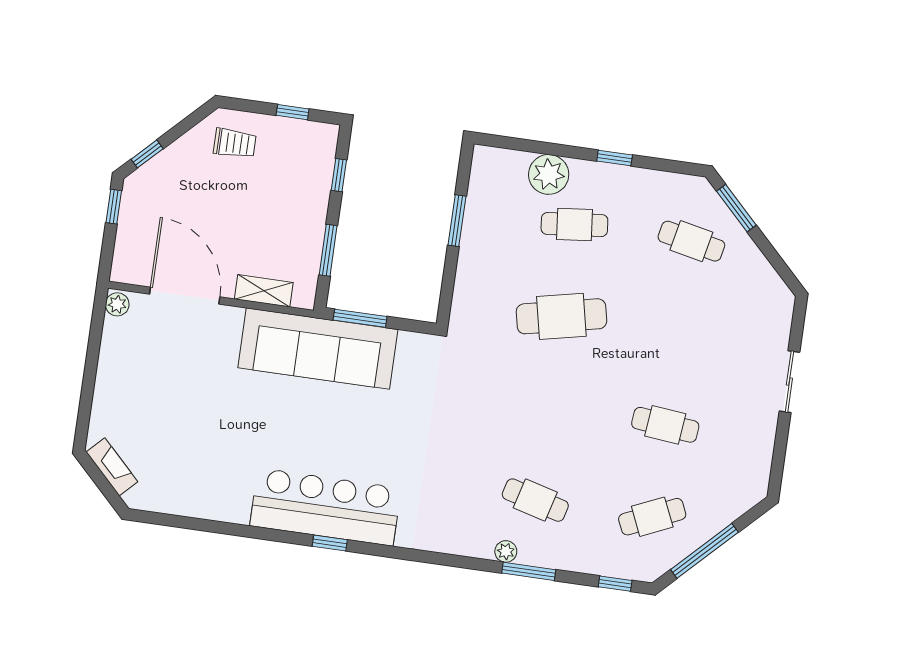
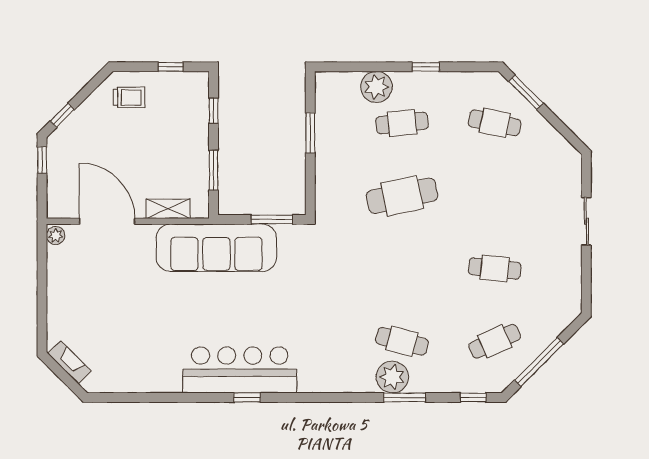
window: (360, 318) -> (272, 219), moved
plant: (506, 551) -> (392, 377), width x1.88, depth x1.88

